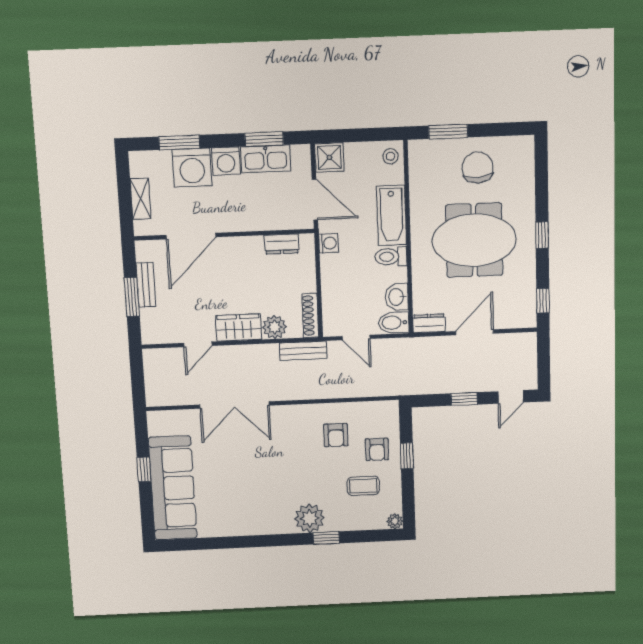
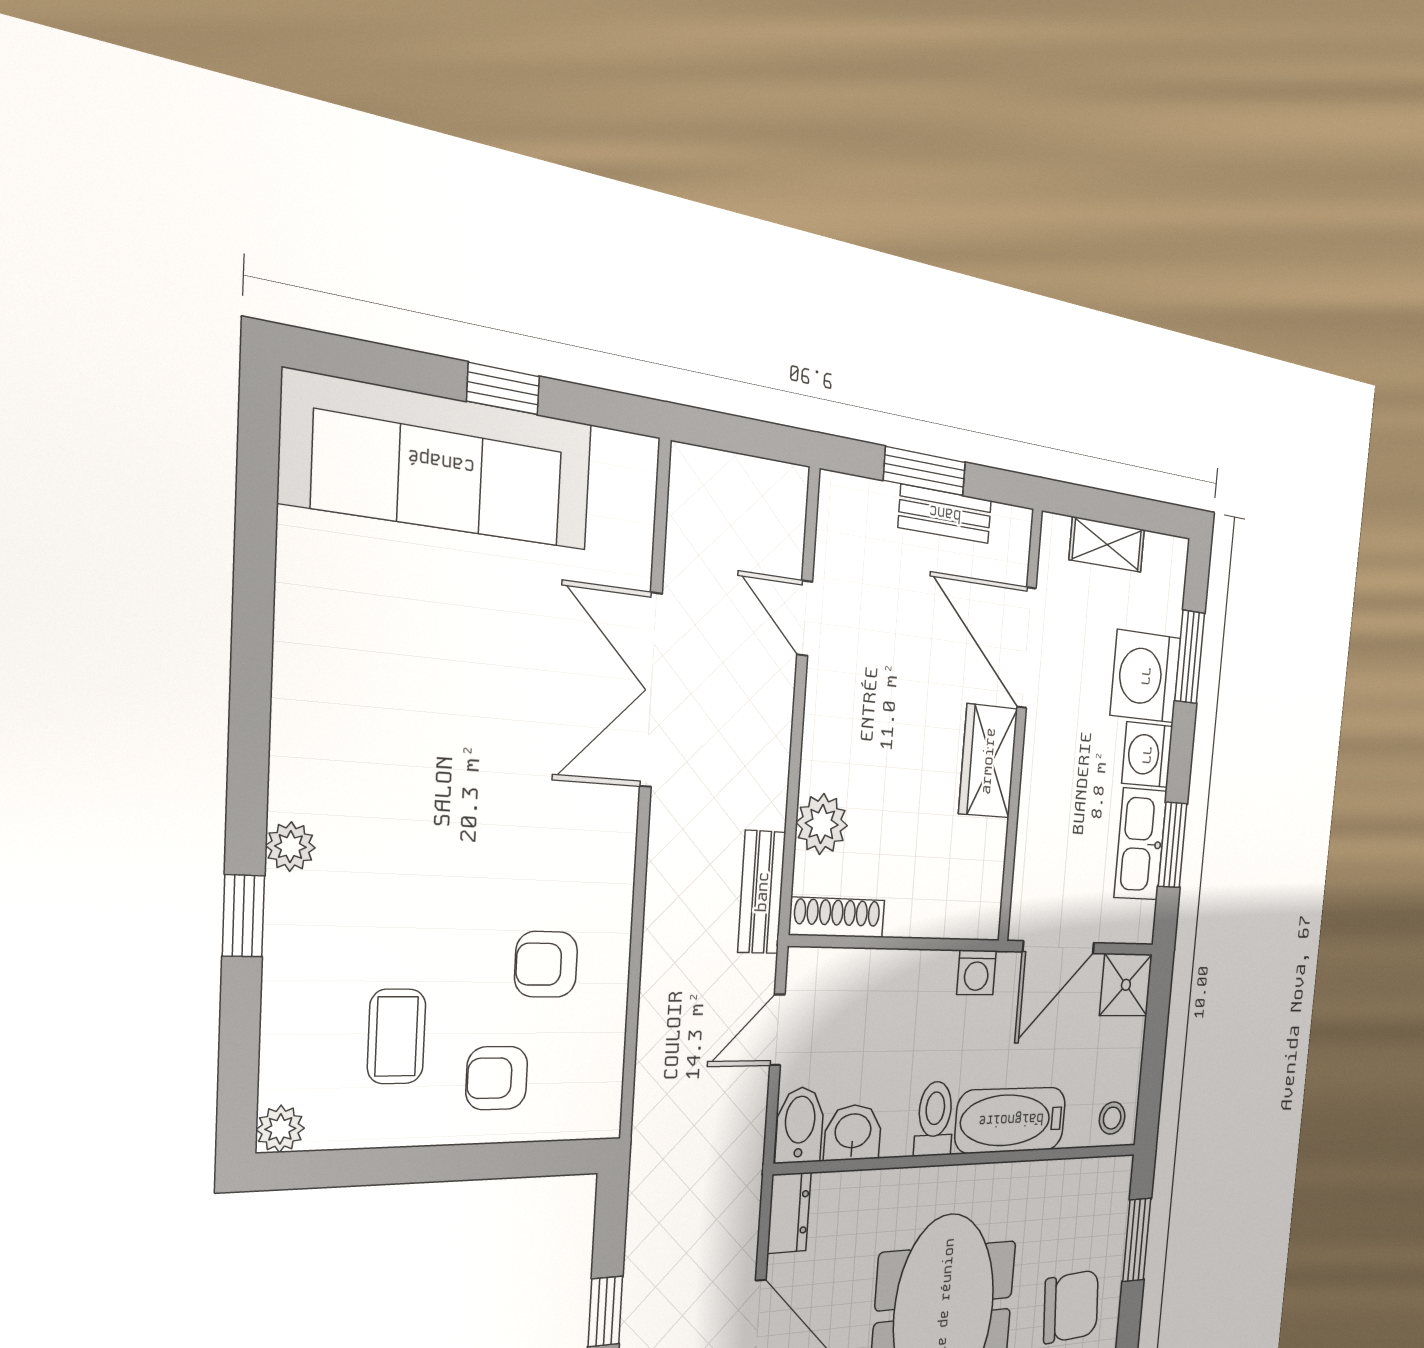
dresser: (282, 244) -> (987, 862), removed
wardrobe: (238, 328) -> (988, 761), moved, turned 180
window: (407, 456) -> (471, 1162), removed
plant: (310, 518) -> (290, 847), width x0.53, depth x0.53

